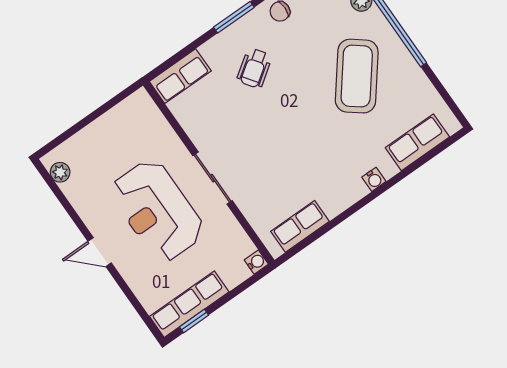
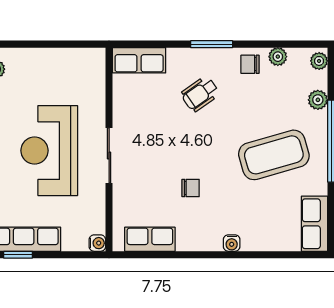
coffee table: (357, 76) -> (274, 155), turned 36
row of seats: (417, 142) -> (314, 224), moved, turned -90
chair: (304, 156) -> (191, 188), added

